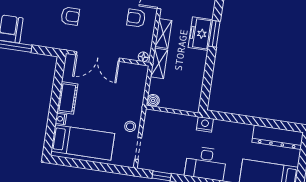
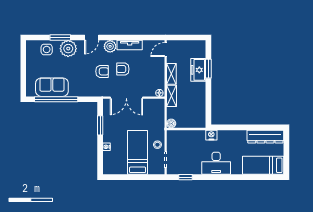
armchair: (136, 18) -> (123, 69), moved
window: (57, 89) -> (100, 125), added
cot: (67, 98) -> (109, 131), removed
bed: (83, 142) -> (138, 152), moved, turned -90

